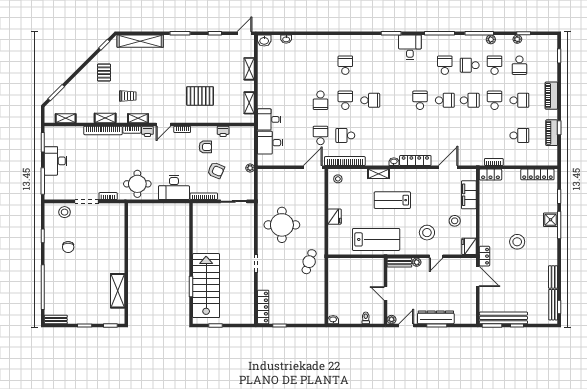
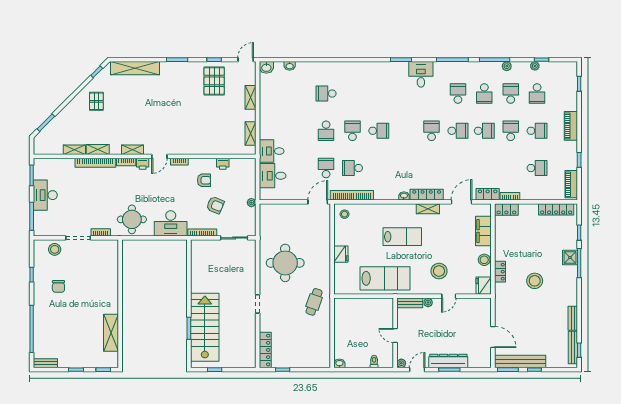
school desk: (345, 65) -> (326, 94), moved, turned -90
school desk: (470, 65) -> (484, 94), turned -90
trolley: (128, 96) -> (122, 126), removed
pallet: (200, 96) -> (214, 81), moved, turned 90
shelving: (66, 118) -> (74, 150), moved
piano: (552, 133) -> (571, 184), moved
locker: (473, 160) -> (488, 194), added
shelving: (379, 174) -> (428, 209), moved
lab bench: (392, 200) -> (402, 237), turned 180
stool: (455, 221) -> (484, 260), moved
locker: (484, 256) -> (500, 272), moved
door: (478, 277) -> (493, 337), moved

